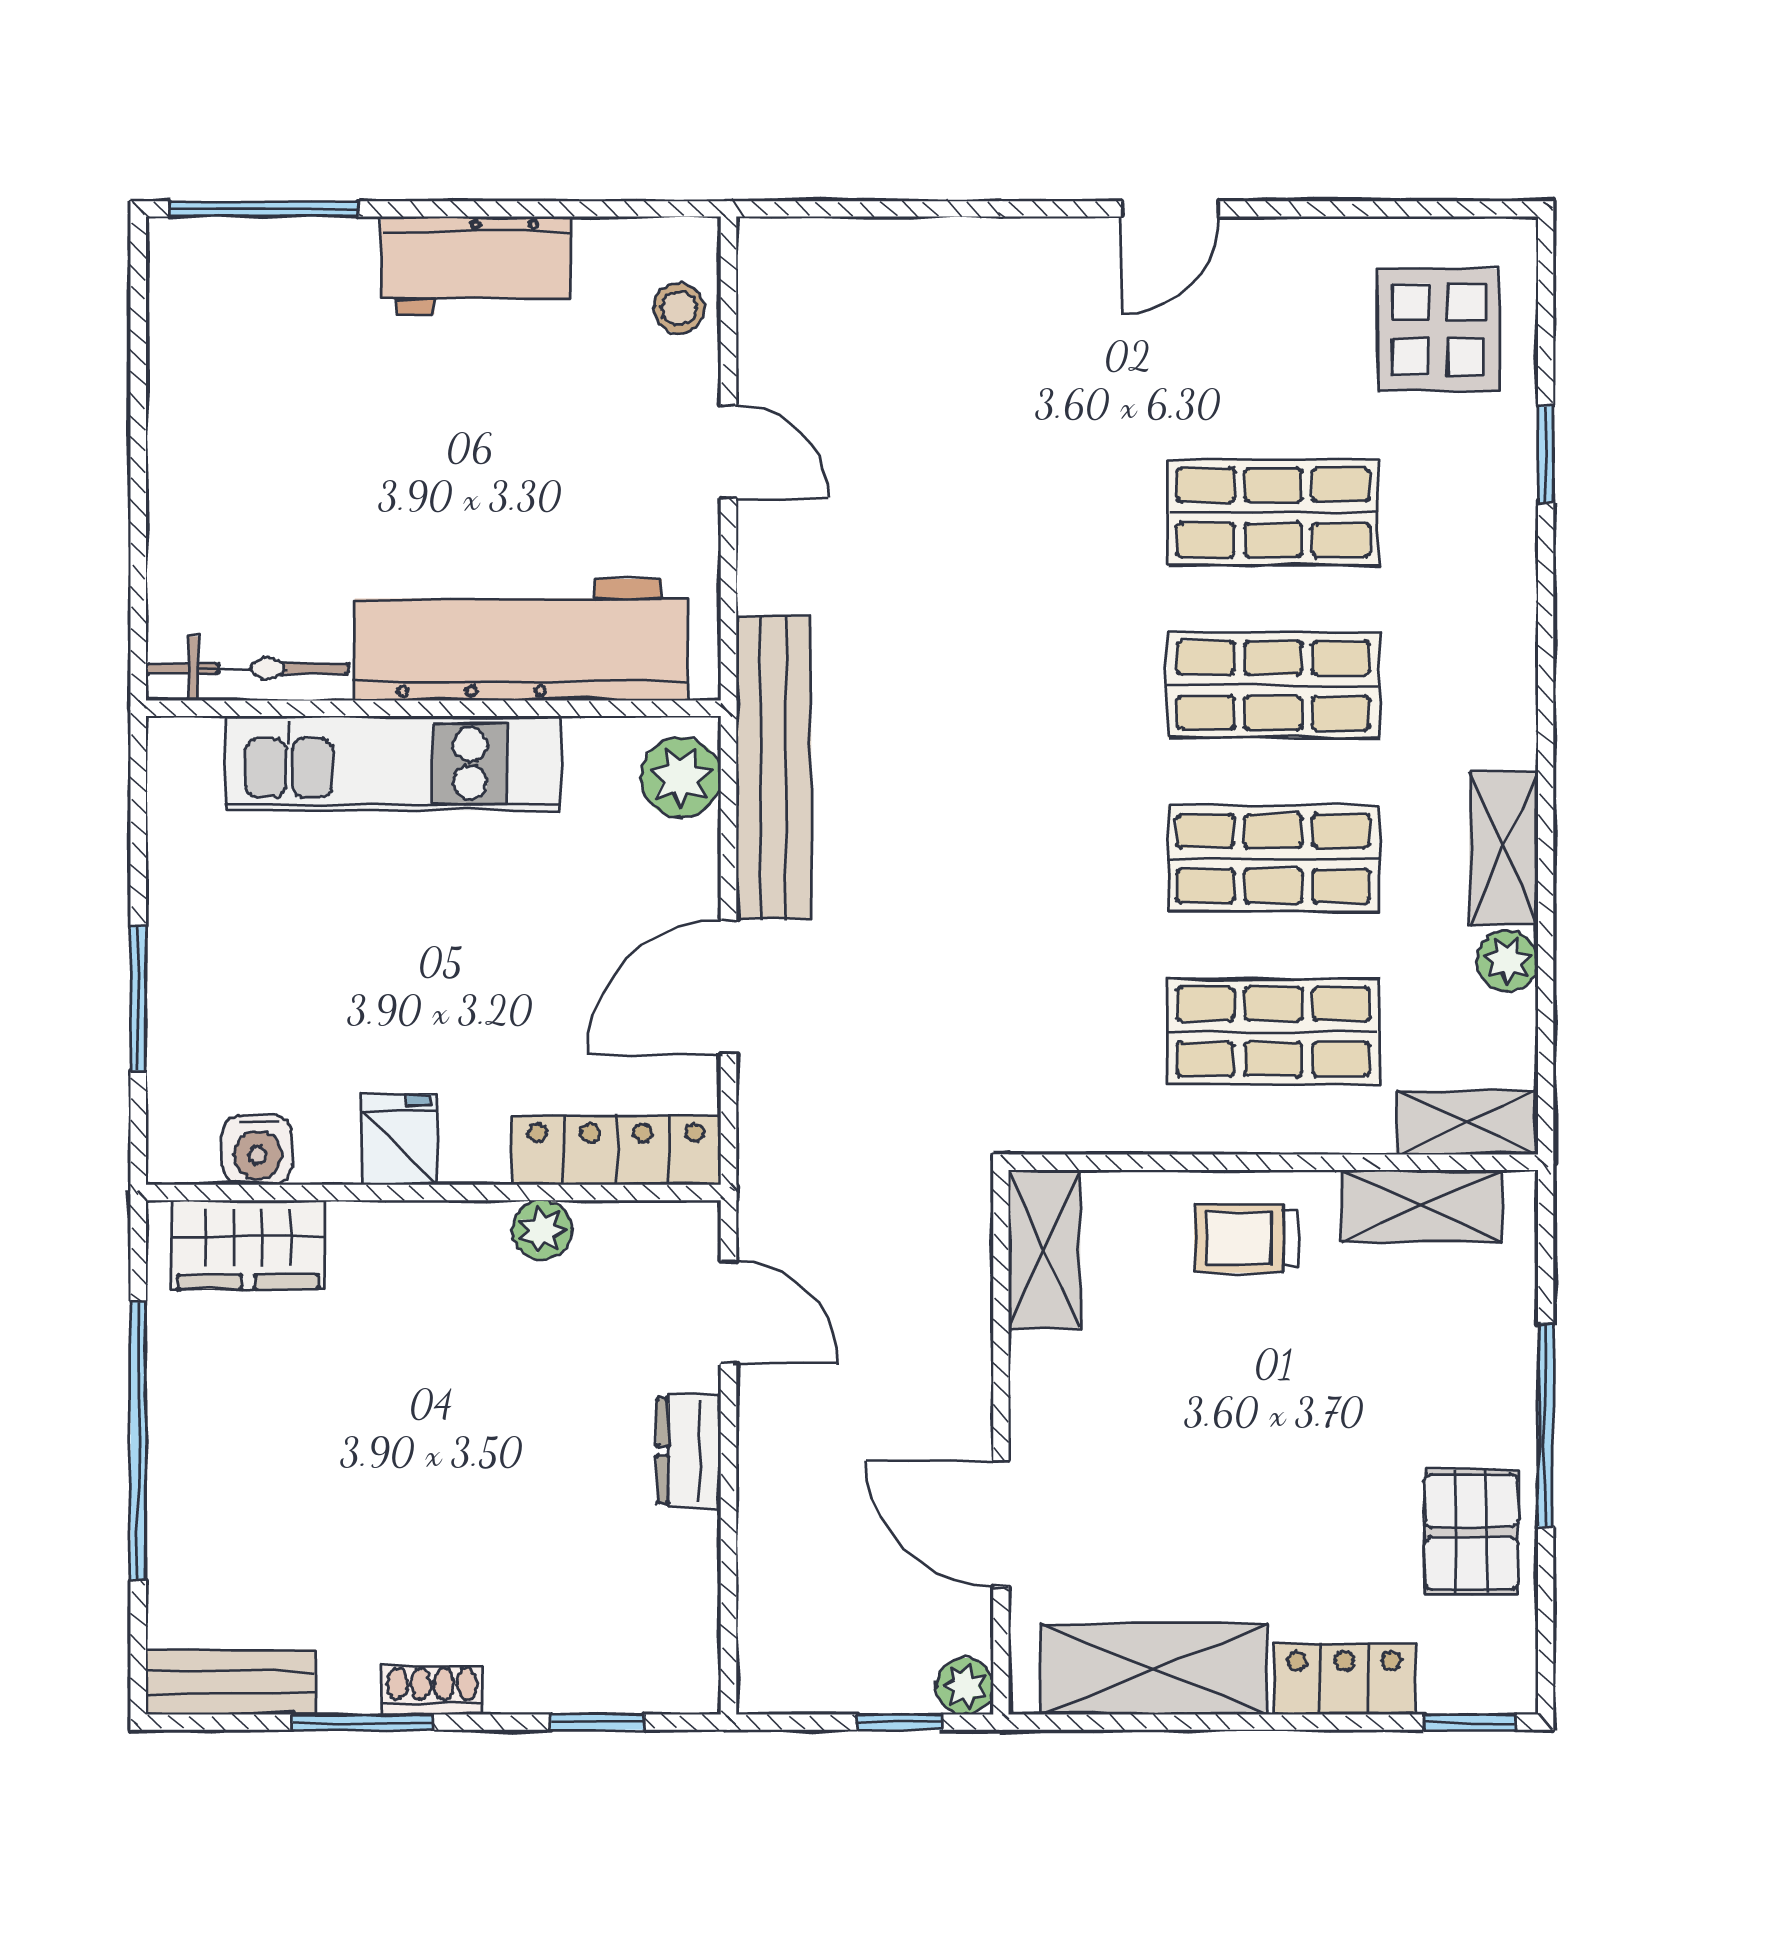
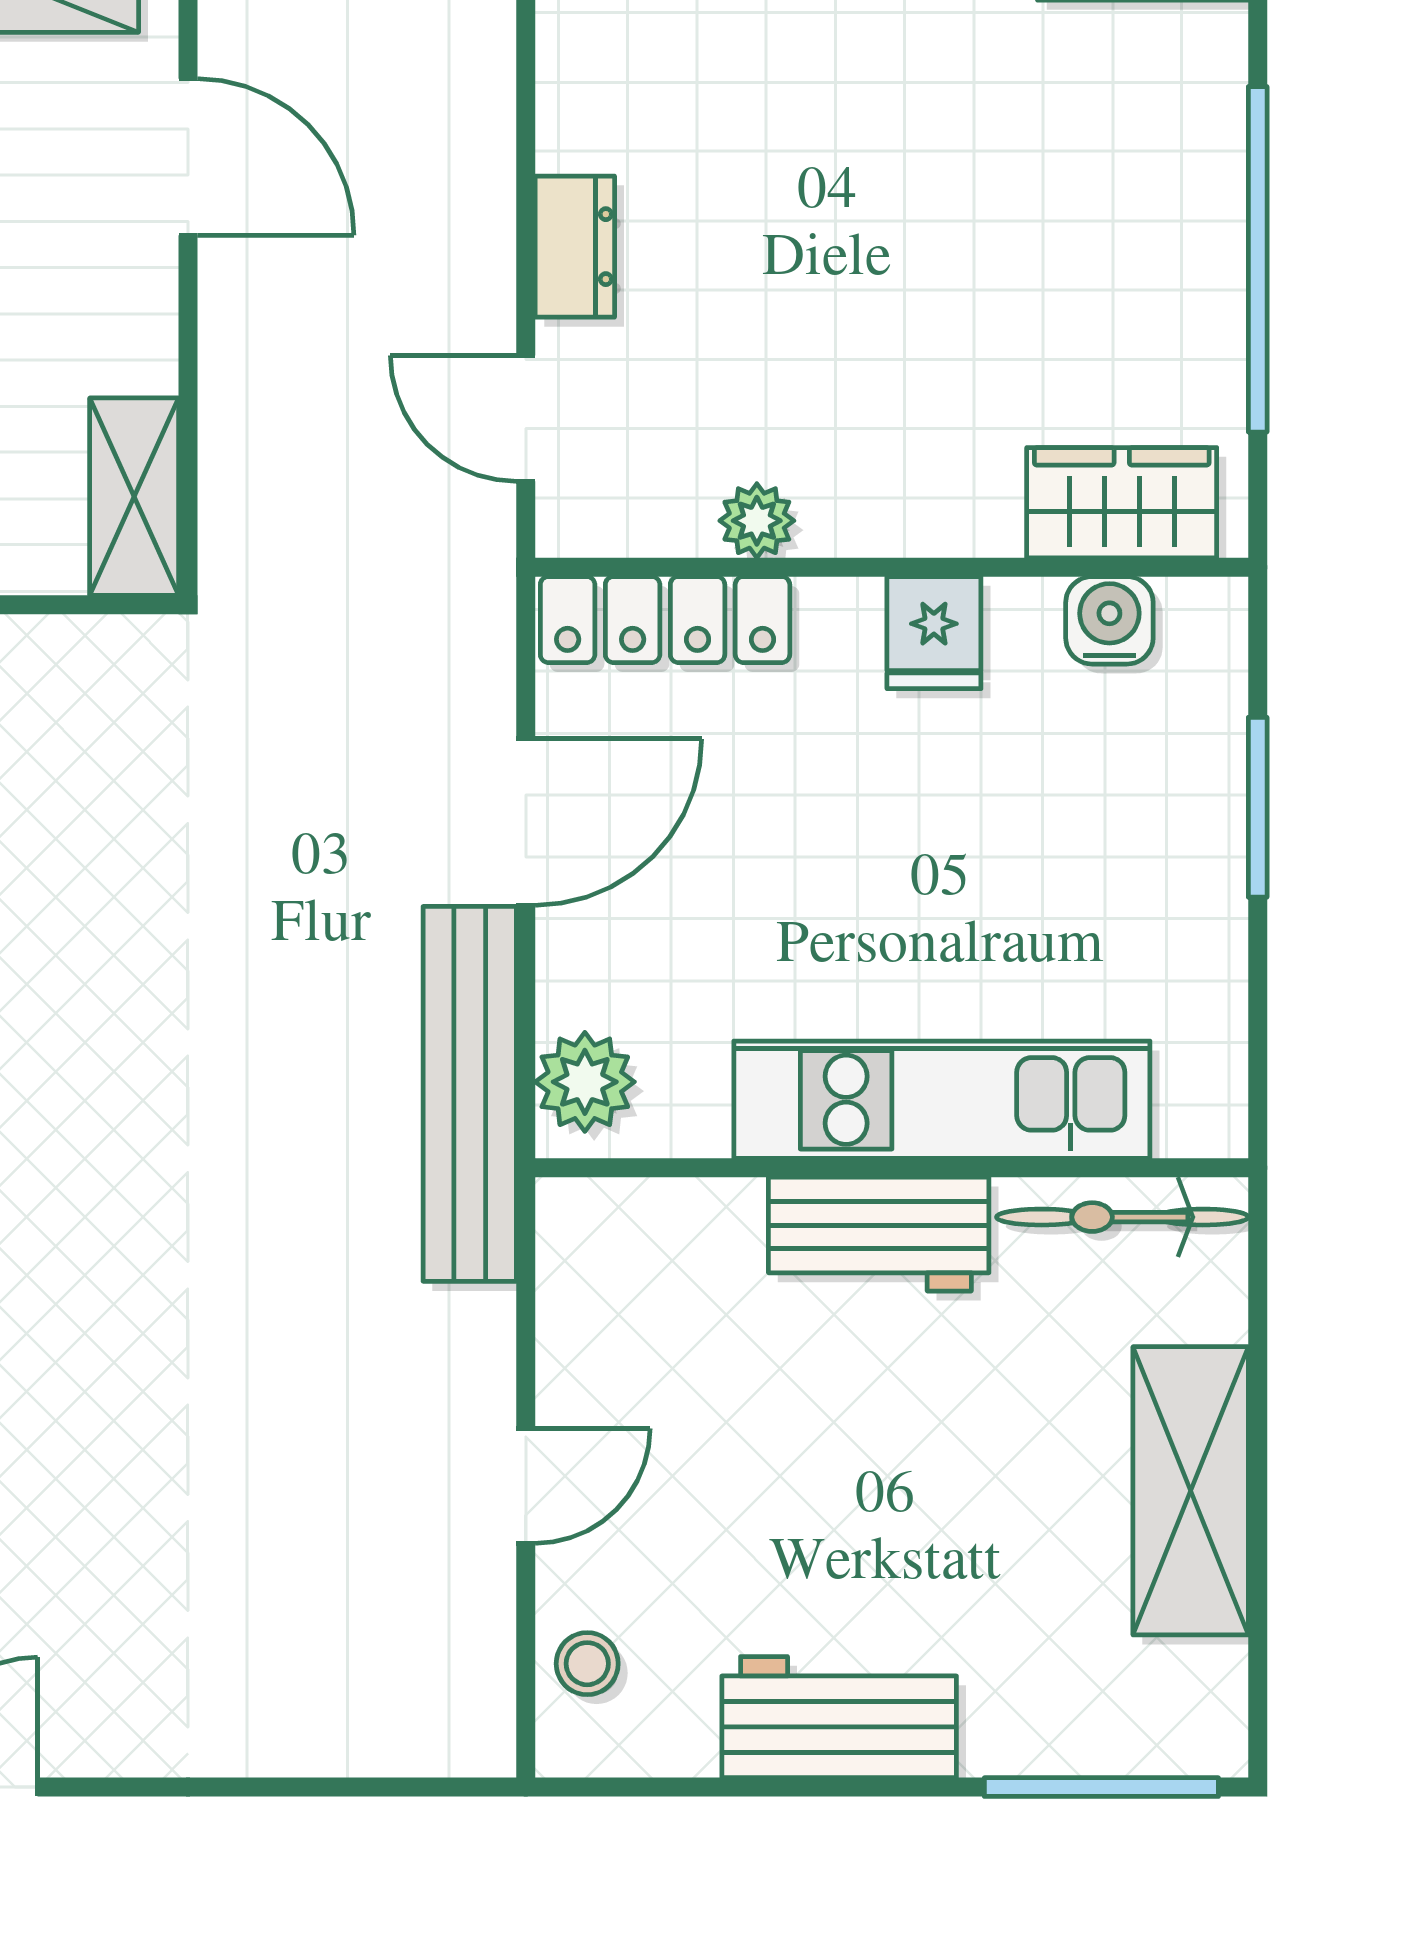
shelving: (192, 448) -> (1191, 1491), added
door: (728, 452) -> (526, 1486), swing flipped
workbench: (522, 640) -> (879, 1234), width x0.53, depth x0.76

